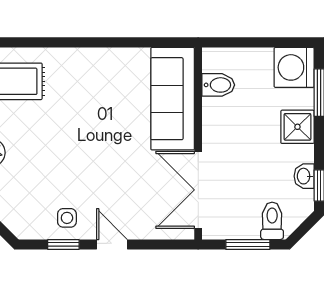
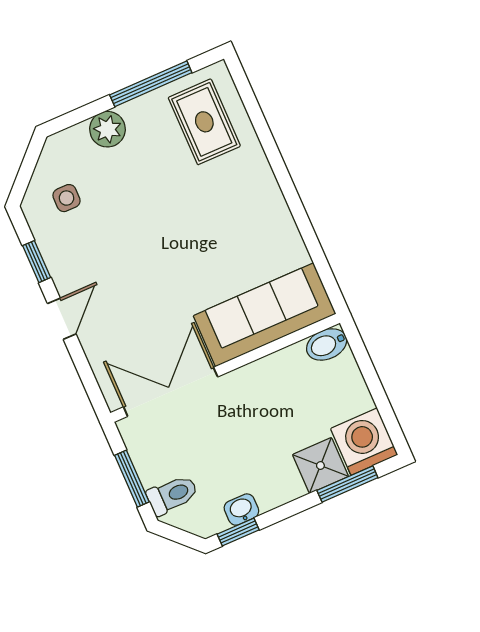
bidet: (218, 85) -> (327, 344), moved, turned 90
shower: (297, 127) -> (320, 465), moved
side table: (67, 218) -> (66, 198), moved

